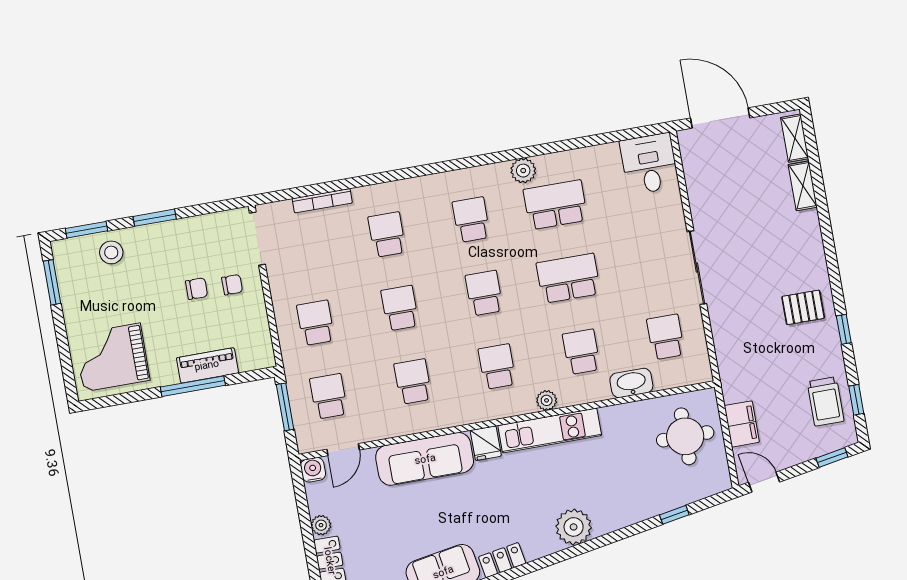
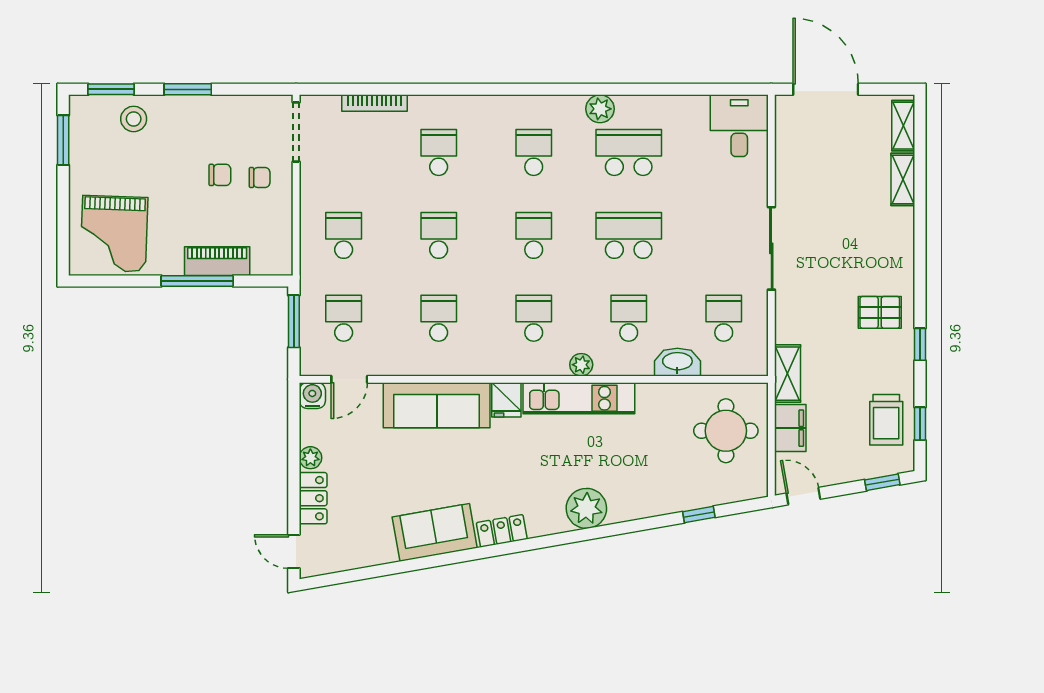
grand piano: (112, 357) -> (114, 234), turned -88
shelving: (731, 376) -> (787, 374), added

